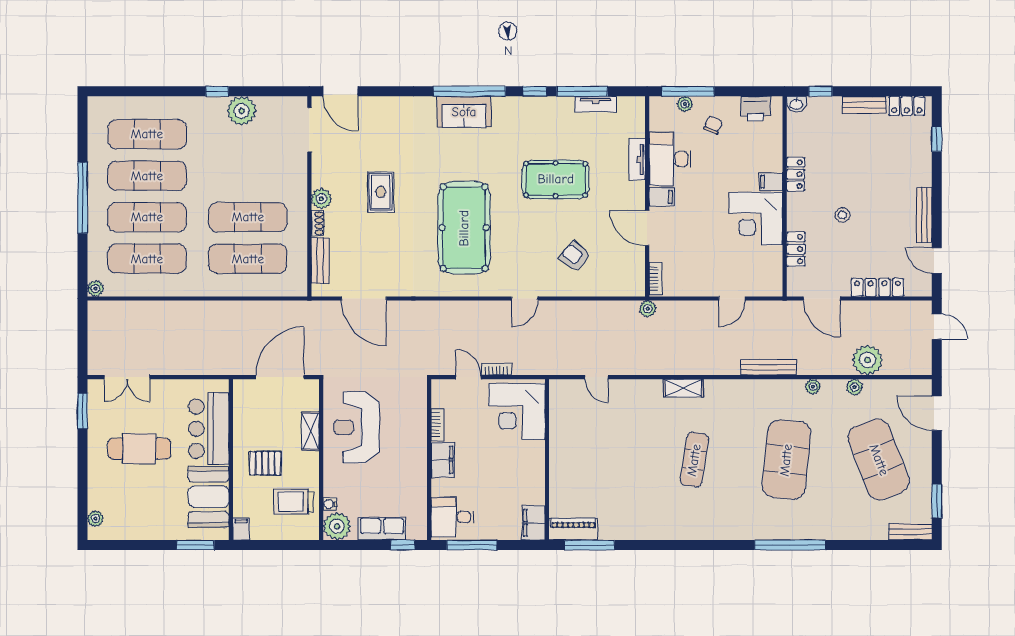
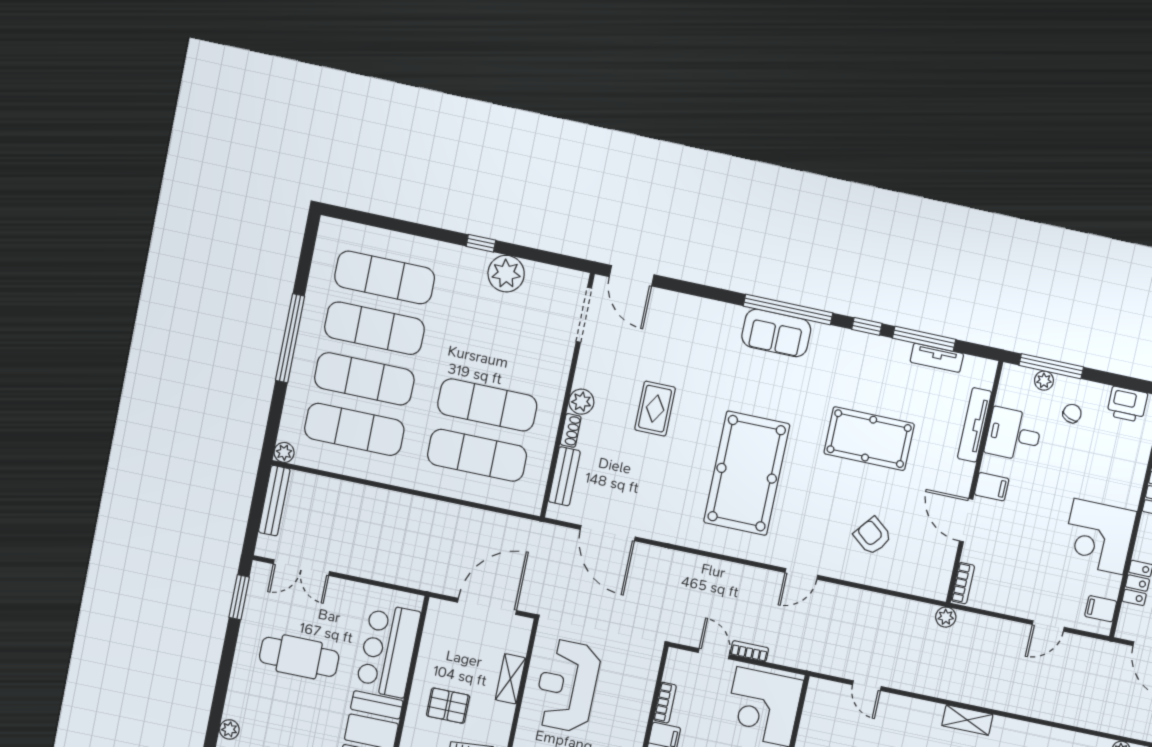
tv unit: (637, 159) -> (975, 425), width x1.41
desk: (670, 159) -> (1014, 434), width x0.73
filing cabinet: (771, 182) -> (1101, 609), moved
bench: (768, 367) -> (274, 501), moved, turned 90

